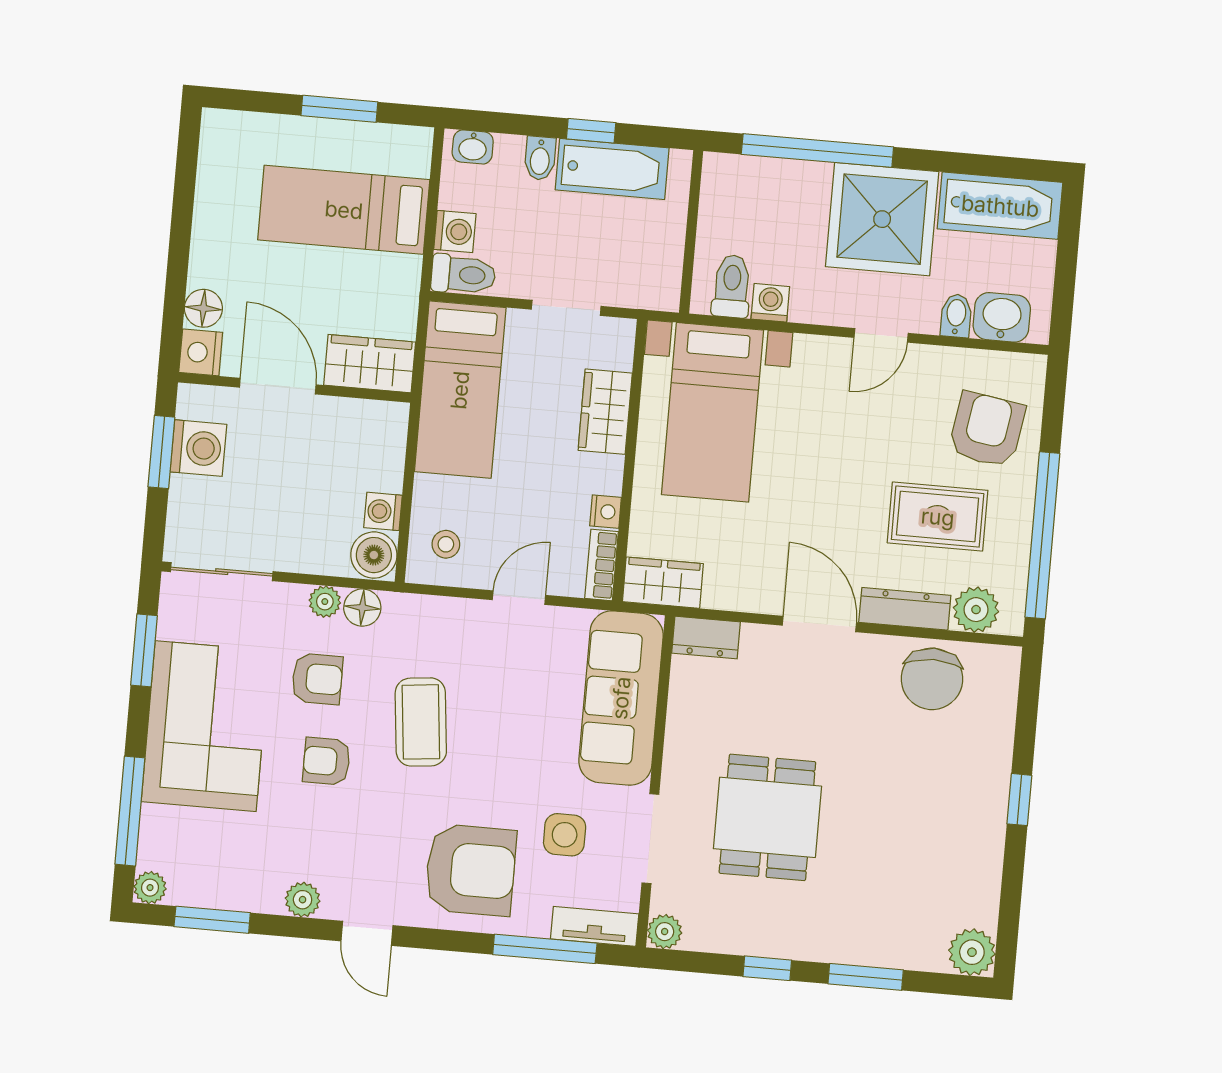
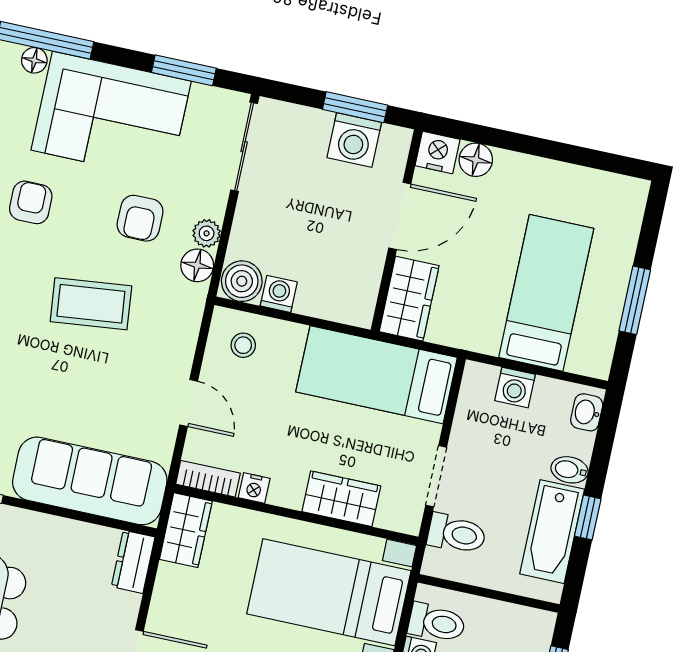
toilet: (463, 275) -> (457, 534), moved, turned -90
armchair: (327, 761) -> (31, 202), moved
floor lamp: (154, 821) -> (34, 60), added

